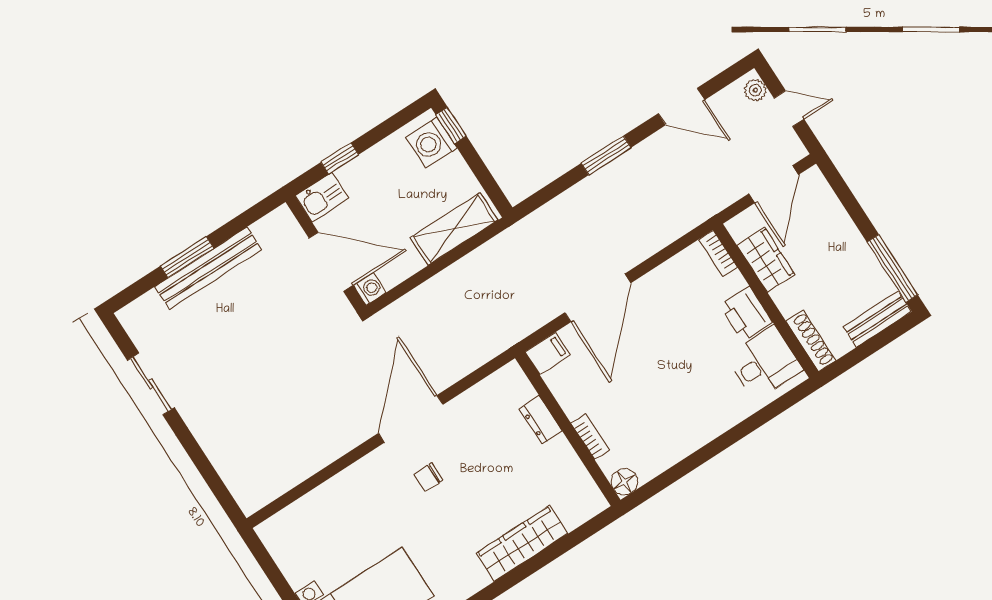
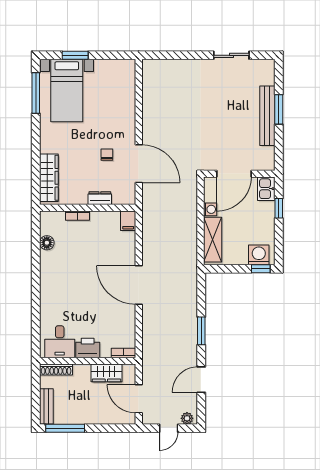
washing machine: (370, 289) -> (210, 209), moved, turned -90
filing cabinet: (547, 354) -> (128, 221), moved
dresser: (541, 420) -> (100, 198), moved
wall: (568, 429) -> (88, 208), moved
bookcase: (590, 437) -> (77, 216), moved

